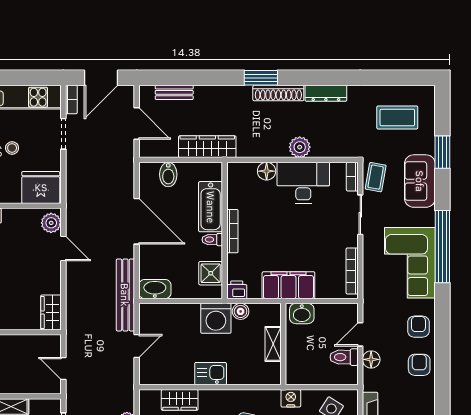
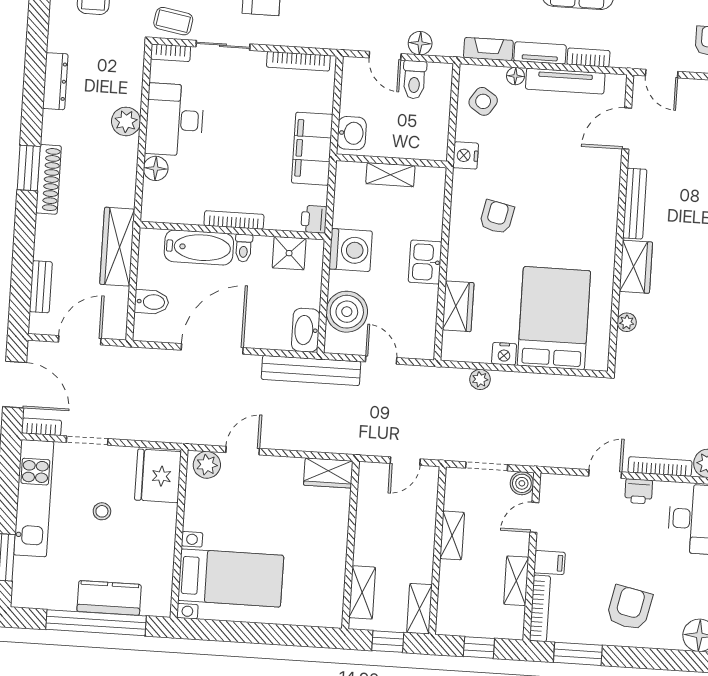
shoe rack: (278, 93) -> (49, 179), moved
boiler: (241, 311) -> (347, 312), moved, width x1.86, depth x1.86

